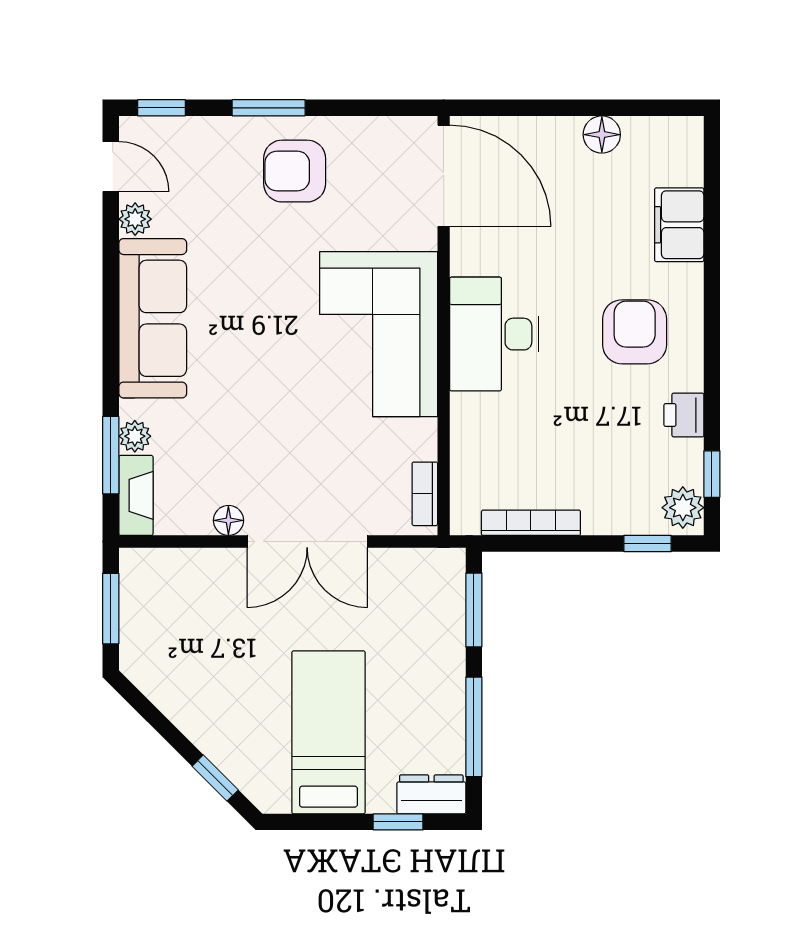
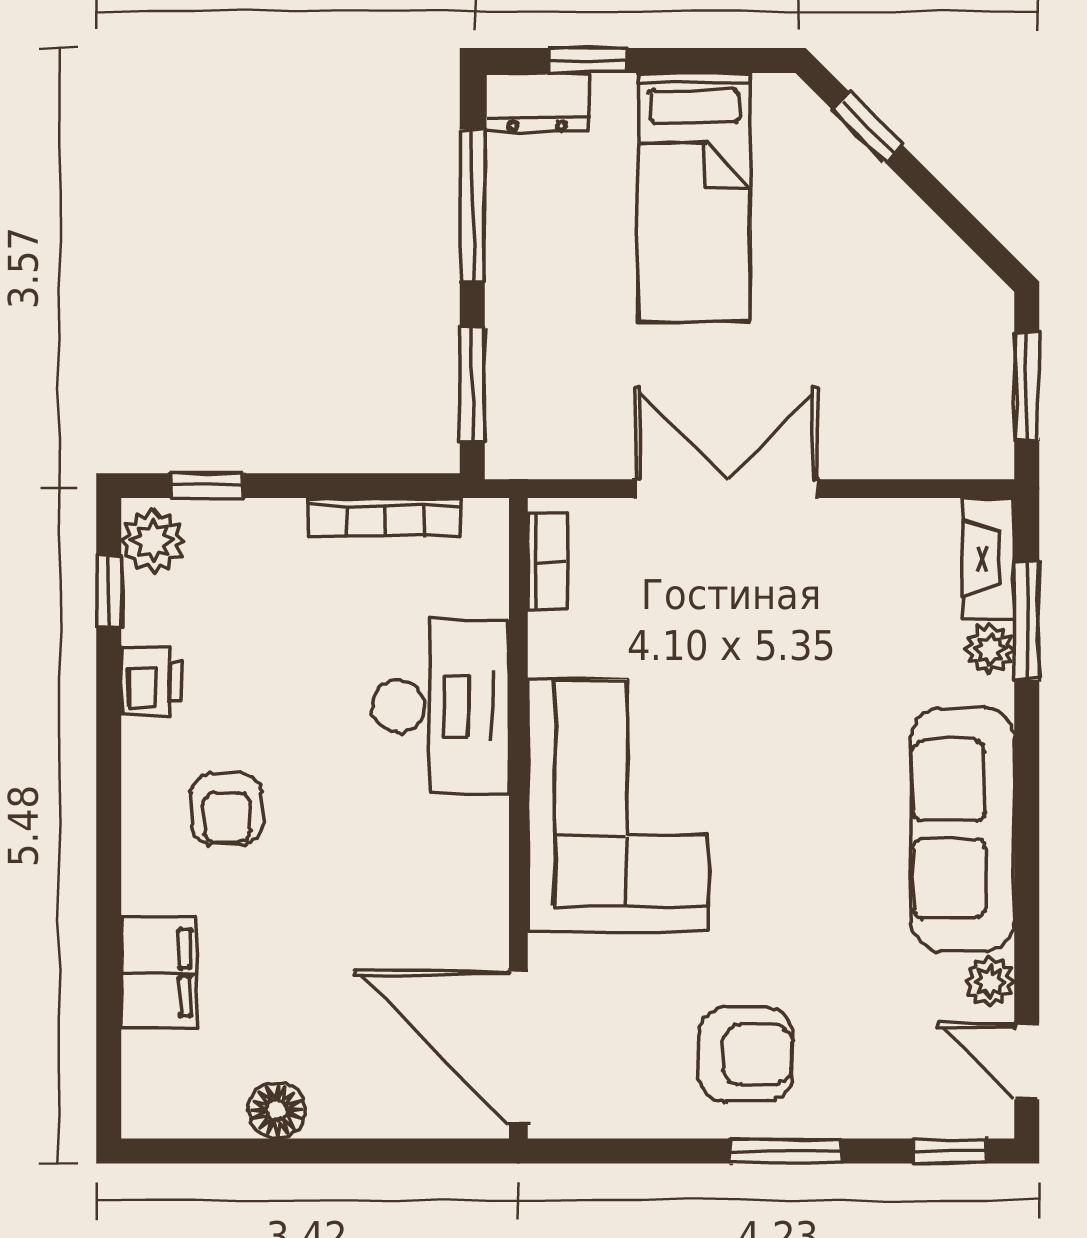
armchair: (635, 332) -> (227, 809), width x0.72, depth x0.72
desk: (494, 334) -> (441, 706), moved
floor lamp: (228, 520) -> (847, 521), removed

